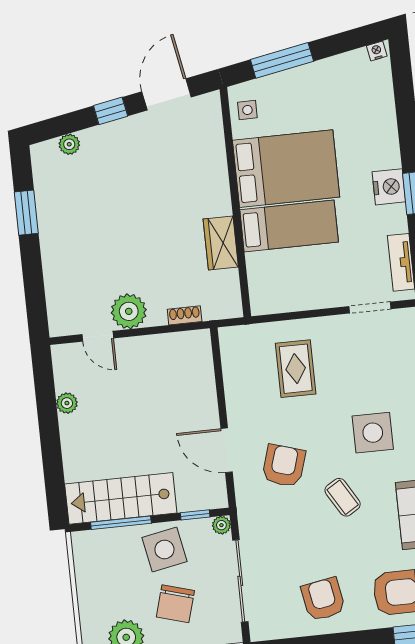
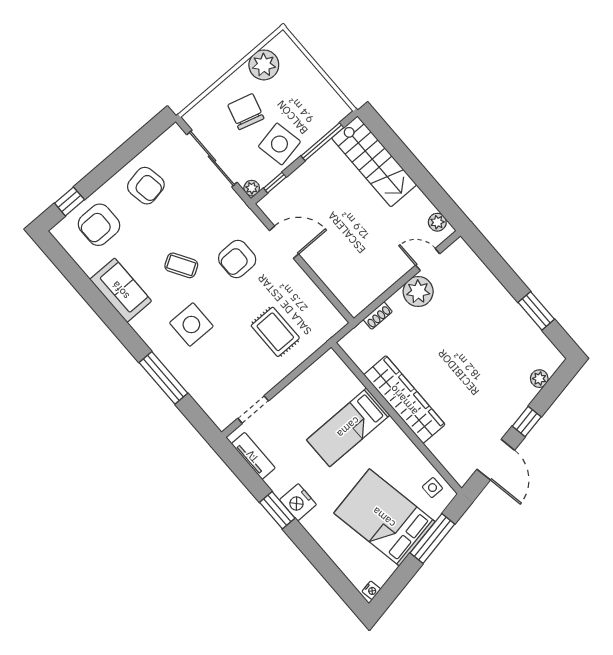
bed: (286, 169) -> (384, 517), moved, turned 80
wardrobe: (221, 243) -> (404, 400), width x2.10, depth x1.17
plant: (67, 403) -> (437, 222), moved
armchair: (284, 466) -> (237, 259), turned 73
stairs: (121, 498) -> (374, 161), moved, turned 90

